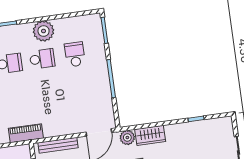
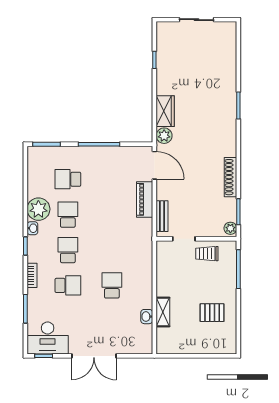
washbasin: (25, 28) -> (32, 228), added
piano: (26, 133) -> (145, 199), moved
bench: (58, 145) -> (162, 216), width x0.73

